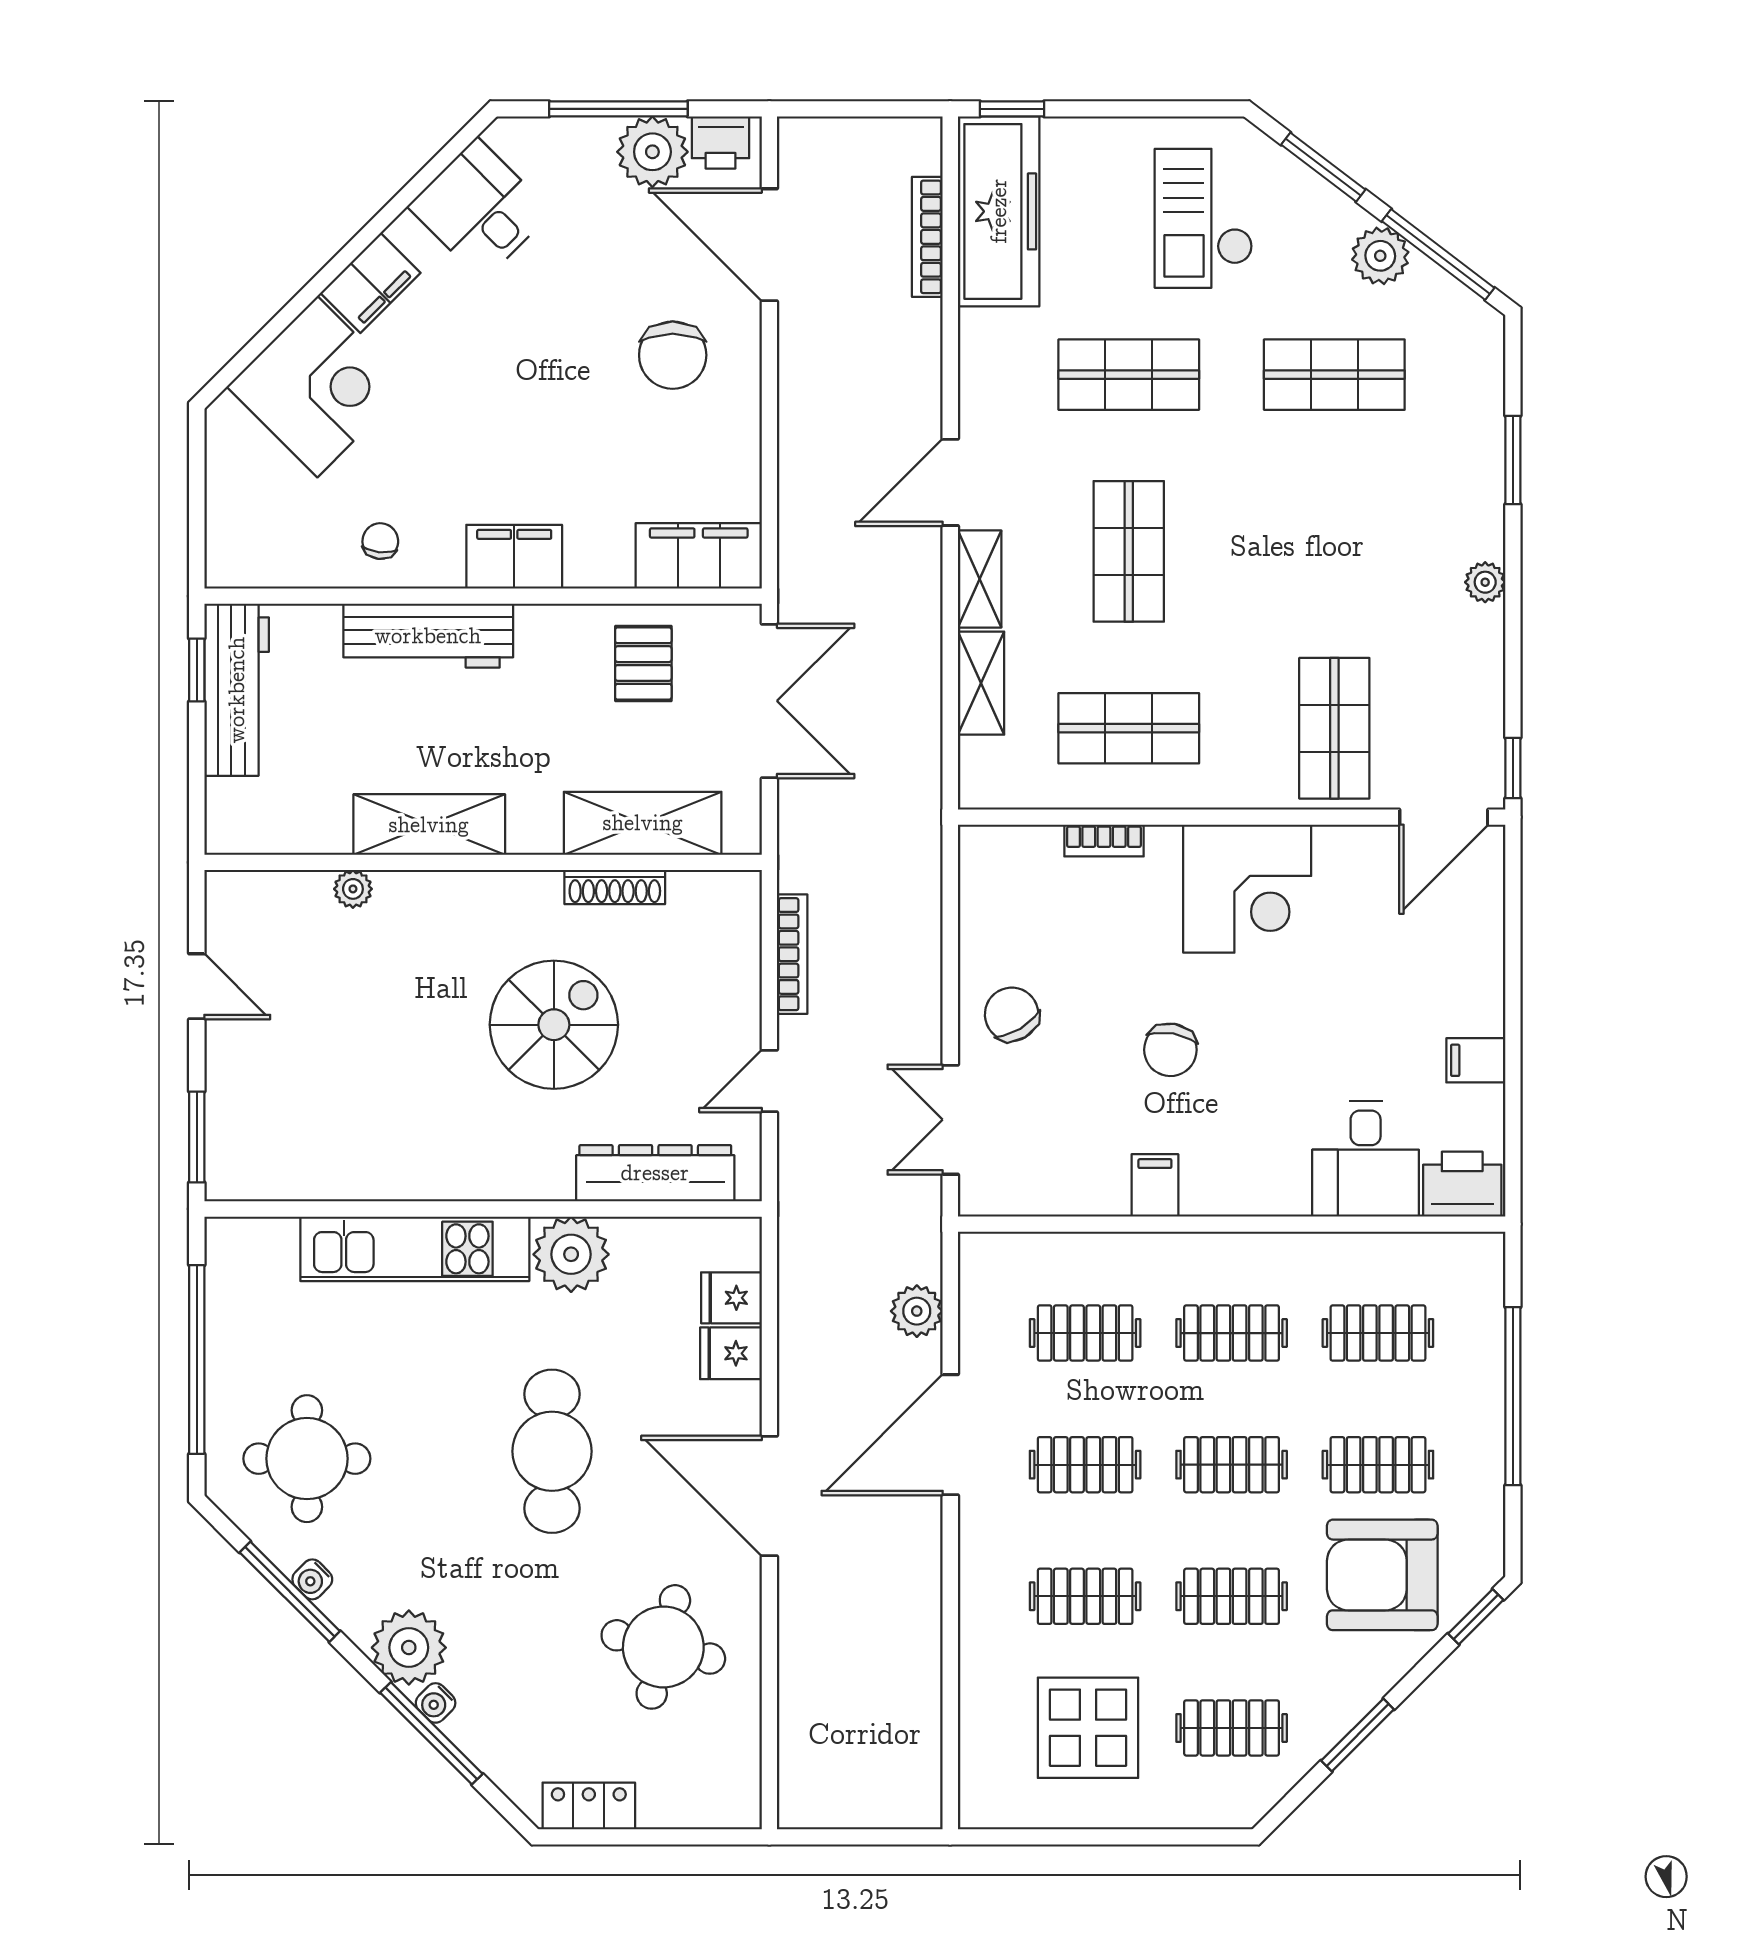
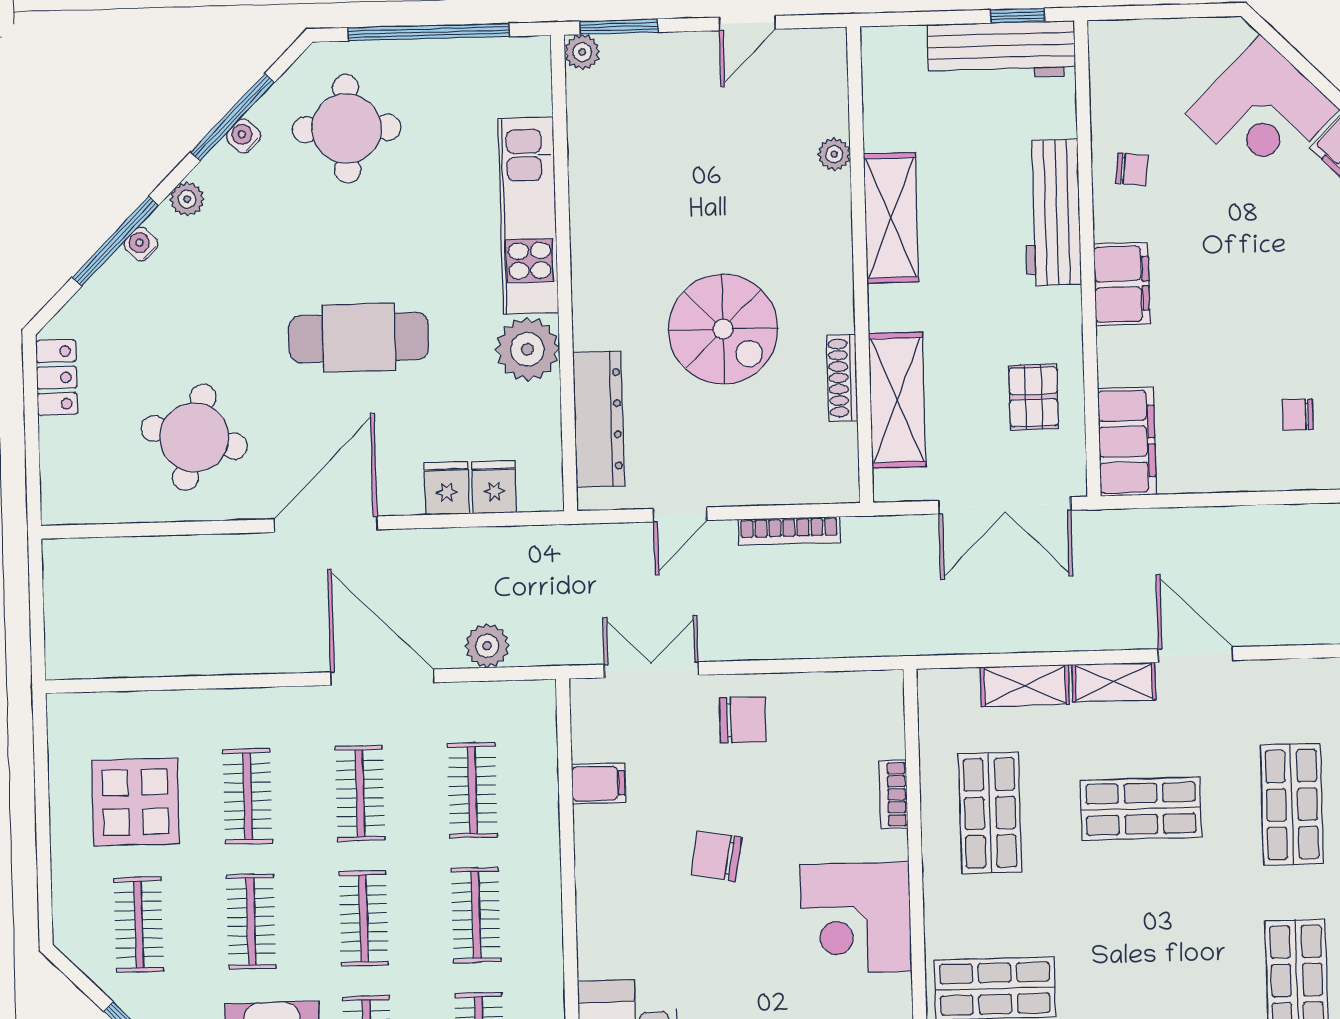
chair: (673, 355) -> (1298, 415), width x0.54, depth x0.54
pallet: (643, 664) -> (1034, 397), turned 90
chair: (1012, 1014) -> (743, 720), turned 31
door: (769, 1081) -> (680, 514), swing flipped
plant: (225, 1181) -> (582, 52), added
filing cabinet: (1155, 1185) -> (598, 783), moved
plant: (409, 1648) -> (187, 199), width x0.53, depth x0.53

